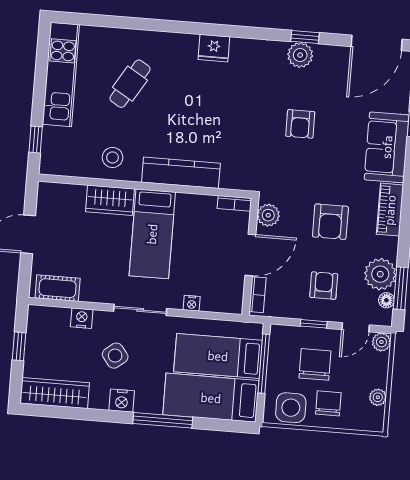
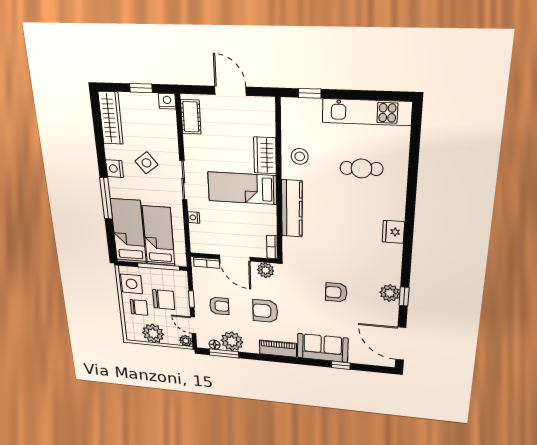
cafe table: (130, 84) -> (361, 168), turned -32
nightstand: (82, 318) -> (167, 101), moved, turned -90
plant: (378, 397) -> (153, 334), width x1.87, depth x1.87

